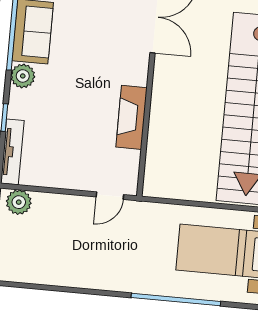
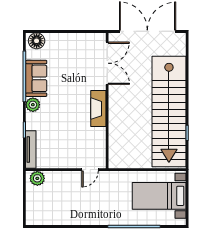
fireplace: (131, 117) -> (98, 109), moved

